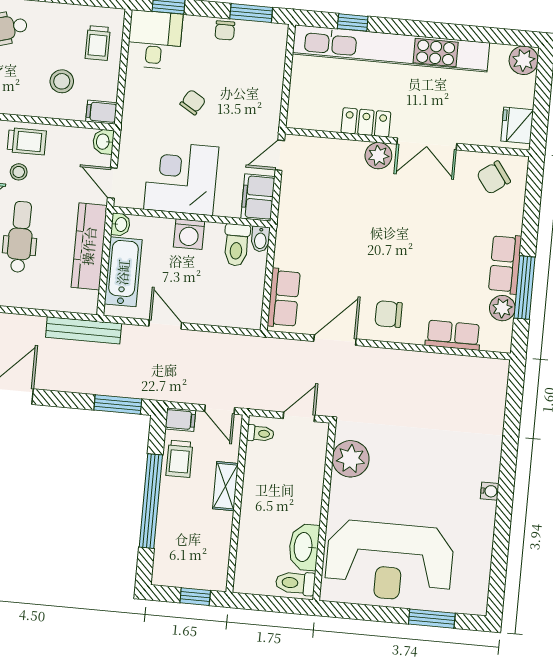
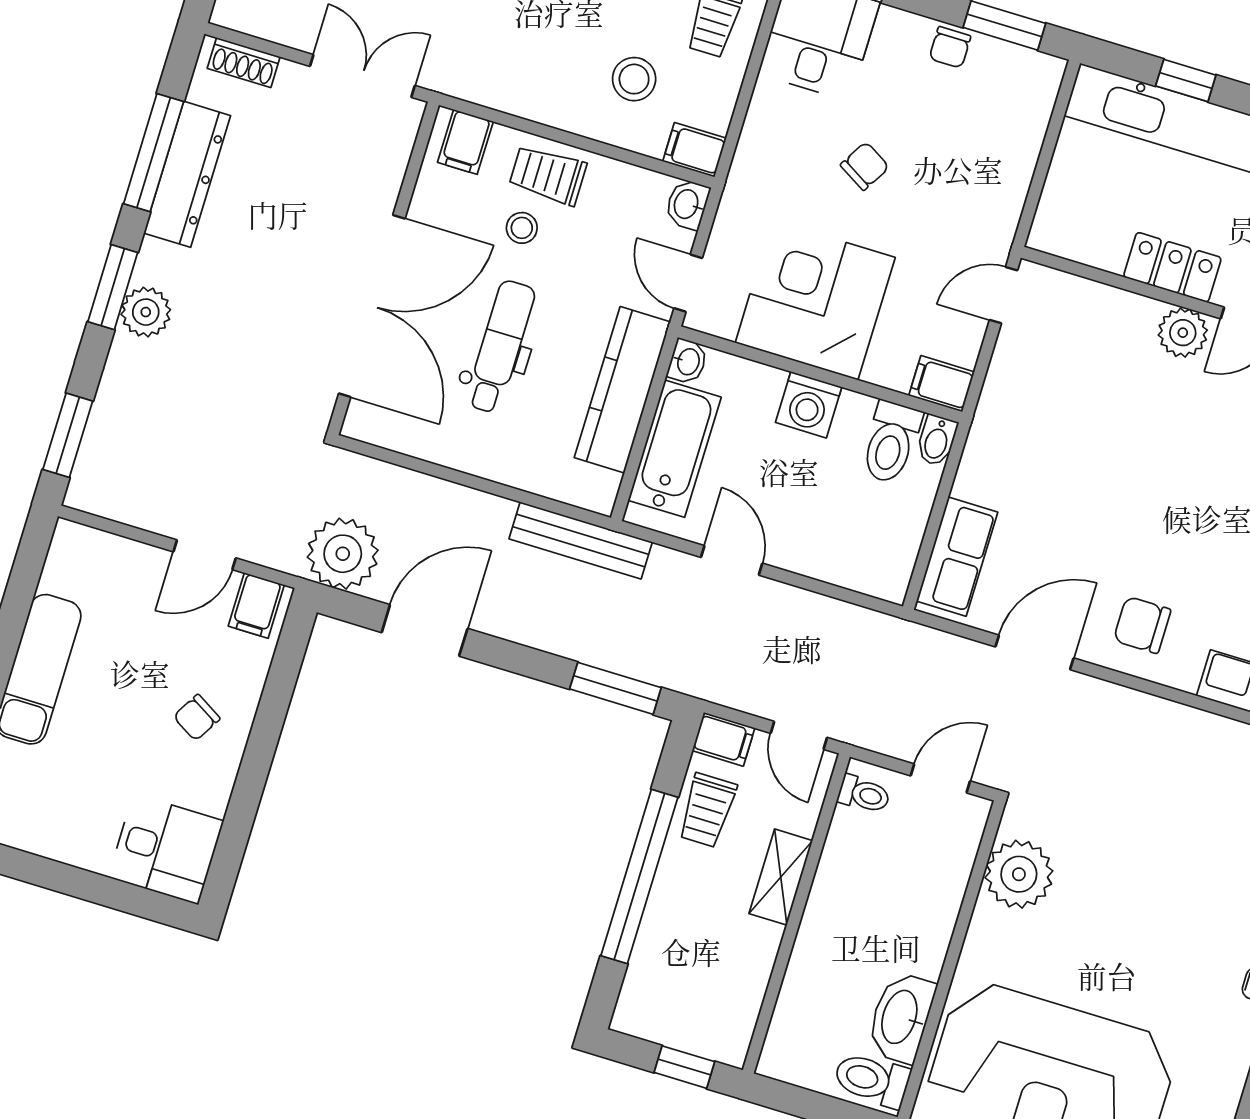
trolley: (27, 141) -> (548, 175), turned 180
filing cabinet: (258, 197) -> (942, 384), width x0.50

